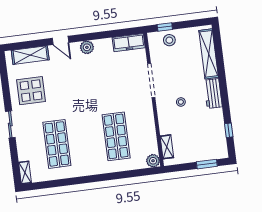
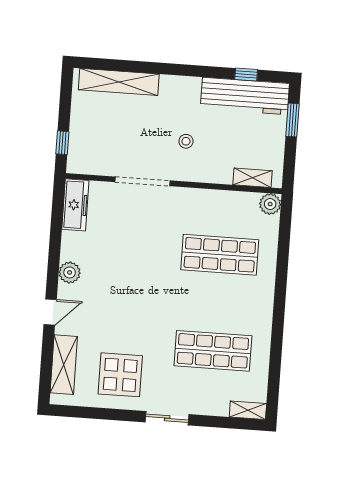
stool: (169, 40) -> (85, 140), removed
workbench: (213, 94) -> (245, 96), moved, width x1.88, depth x1.32

